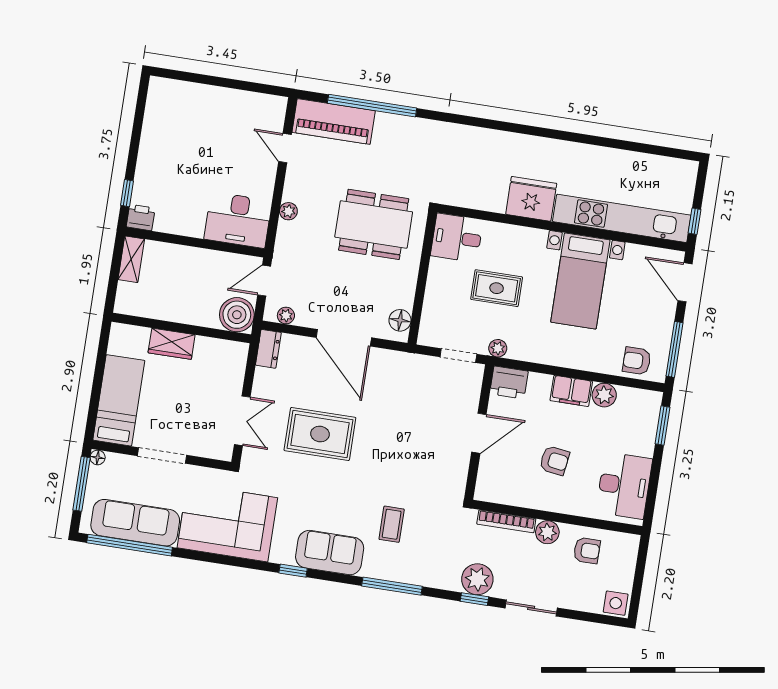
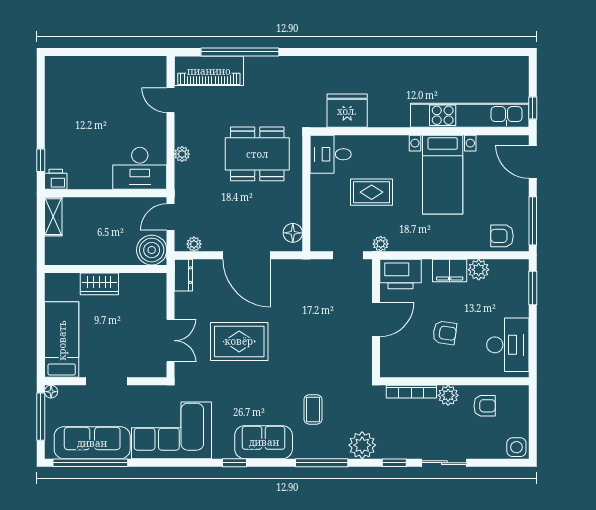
fridge: (531, 199) -> (347, 111), moved
printer: (509, 382) -> (400, 274), width x1.37, depth x1.19
plant: (477, 579) -> (362, 445), moved

